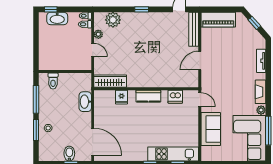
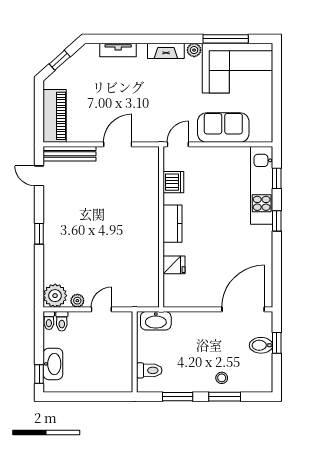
plant: (113, 20) -> (55, 296), moved
door: (200, 61) -> (118, 144), swing flipped
wardrobe: (110, 81) -> (150, 282), removed
window: (36, 99) -> (178, 397), width x0.69
washbasin: (85, 102) -> (156, 321), moved

